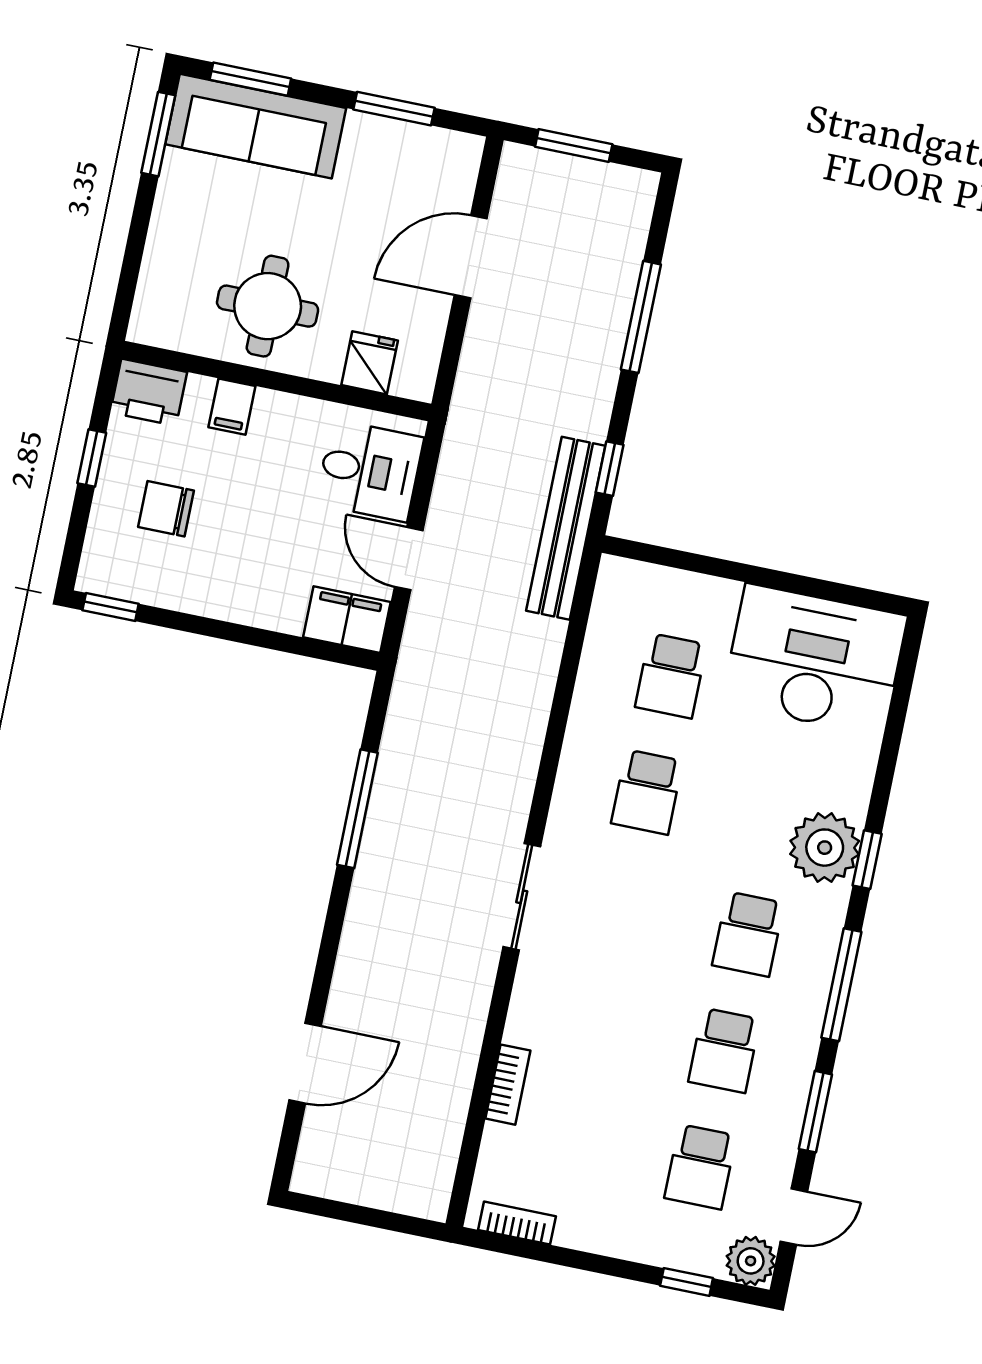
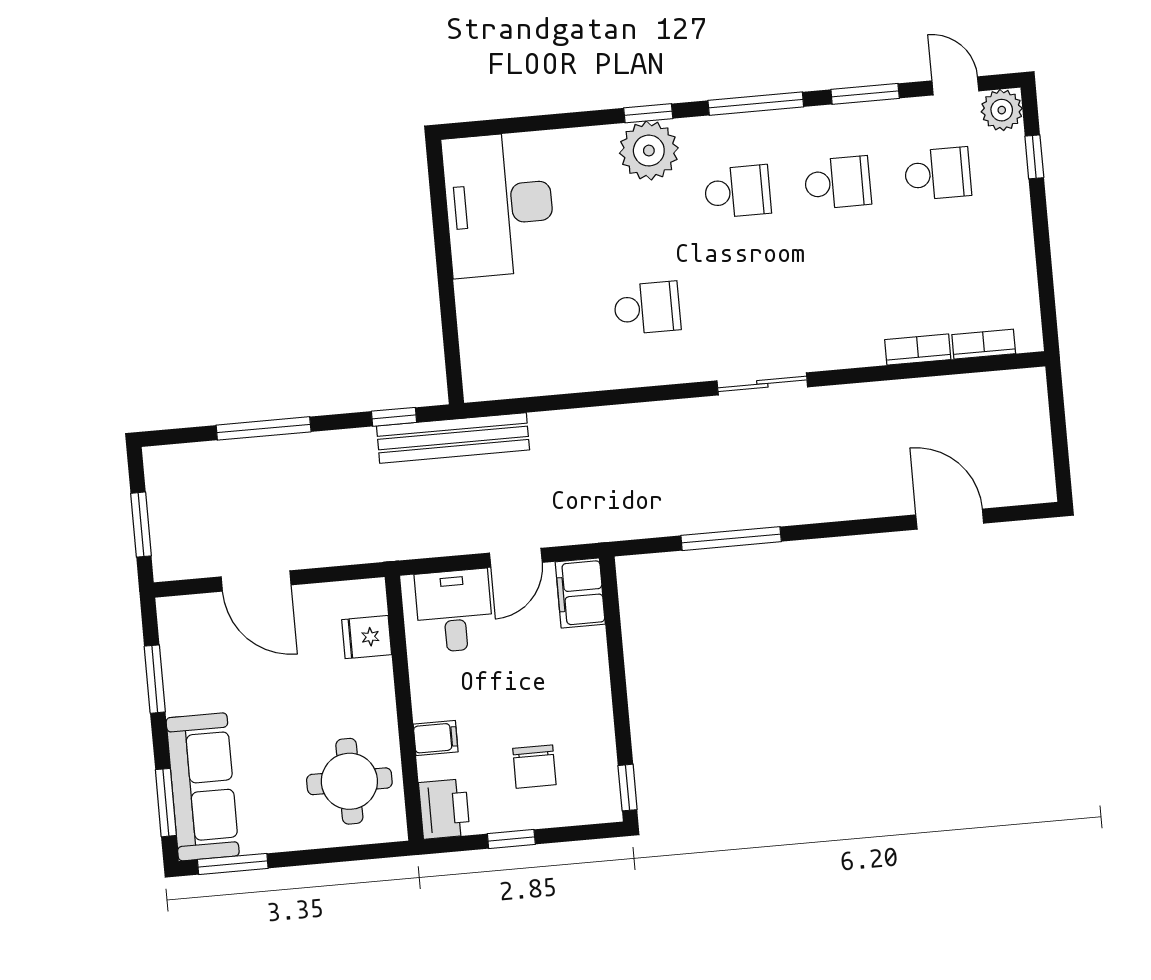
round table: (268, 306) -> (349, 781), moved
school desk: (671, 676) -> (547, 317), removed
bookcase: (517, 1223) -> (984, 344), moved, turned 90

